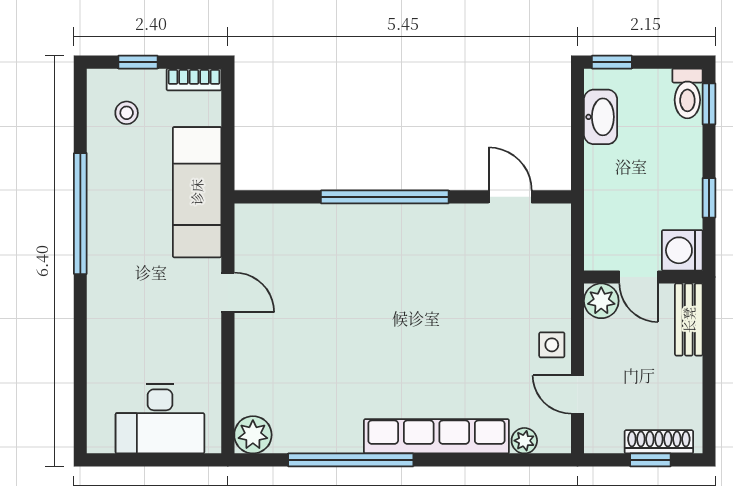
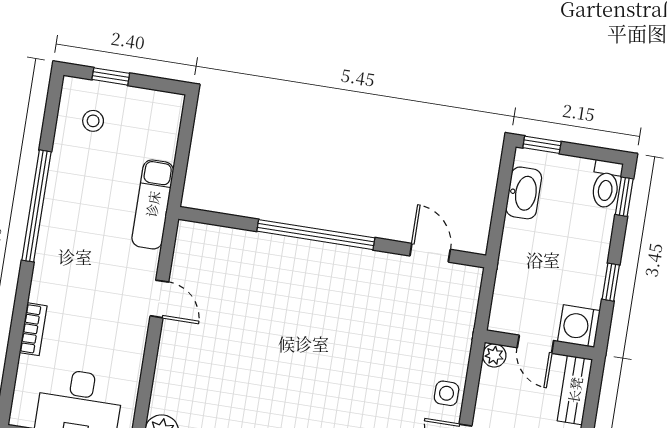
bookcase: (194, 80) -> (33, 329), moved, turned -90
exam couch: (197, 192) -> (153, 204), width x0.73, depth x0.69
plant: (601, 301) -> (494, 355), width x0.73, depth x0.73

